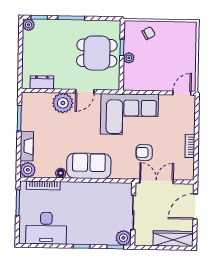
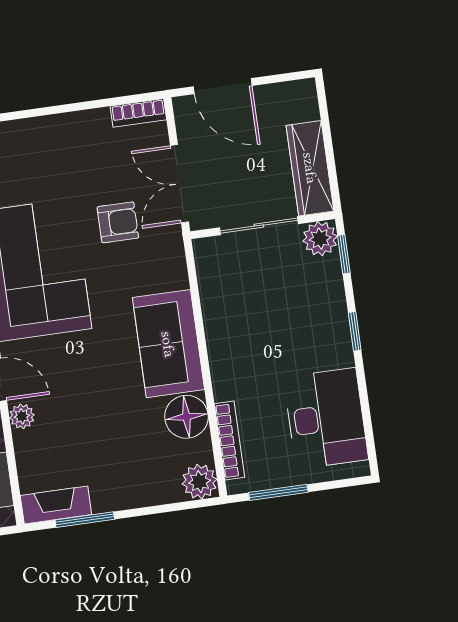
plant: (63, 103) -> (22, 416), width x0.53, depth x0.53
fireplace: (27, 146) -> (56, 505), moved
bookcase: (190, 146) -> (138, 113), moved
armchair: (144, 152) -> (118, 222), turned -90
floor lamp: (61, 173) -> (186, 417), width x1.89, depth x1.89
wardrobe: (173, 239) -> (310, 168), moved

